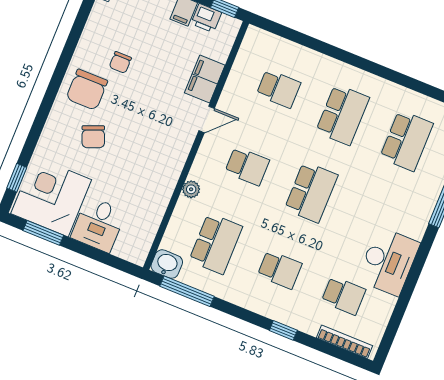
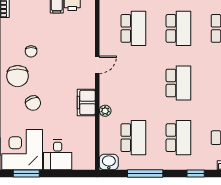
filing cabinet: (205, 79) -> (86, 102), moved
school desk: (279, 89) -> (133, 28), width x1.85
school desk: (247, 166) -> (133, 83), removed
school desk: (280, 270) -> (178, 138), width x1.85
window: (187, 291) -> (145, 173), moved

